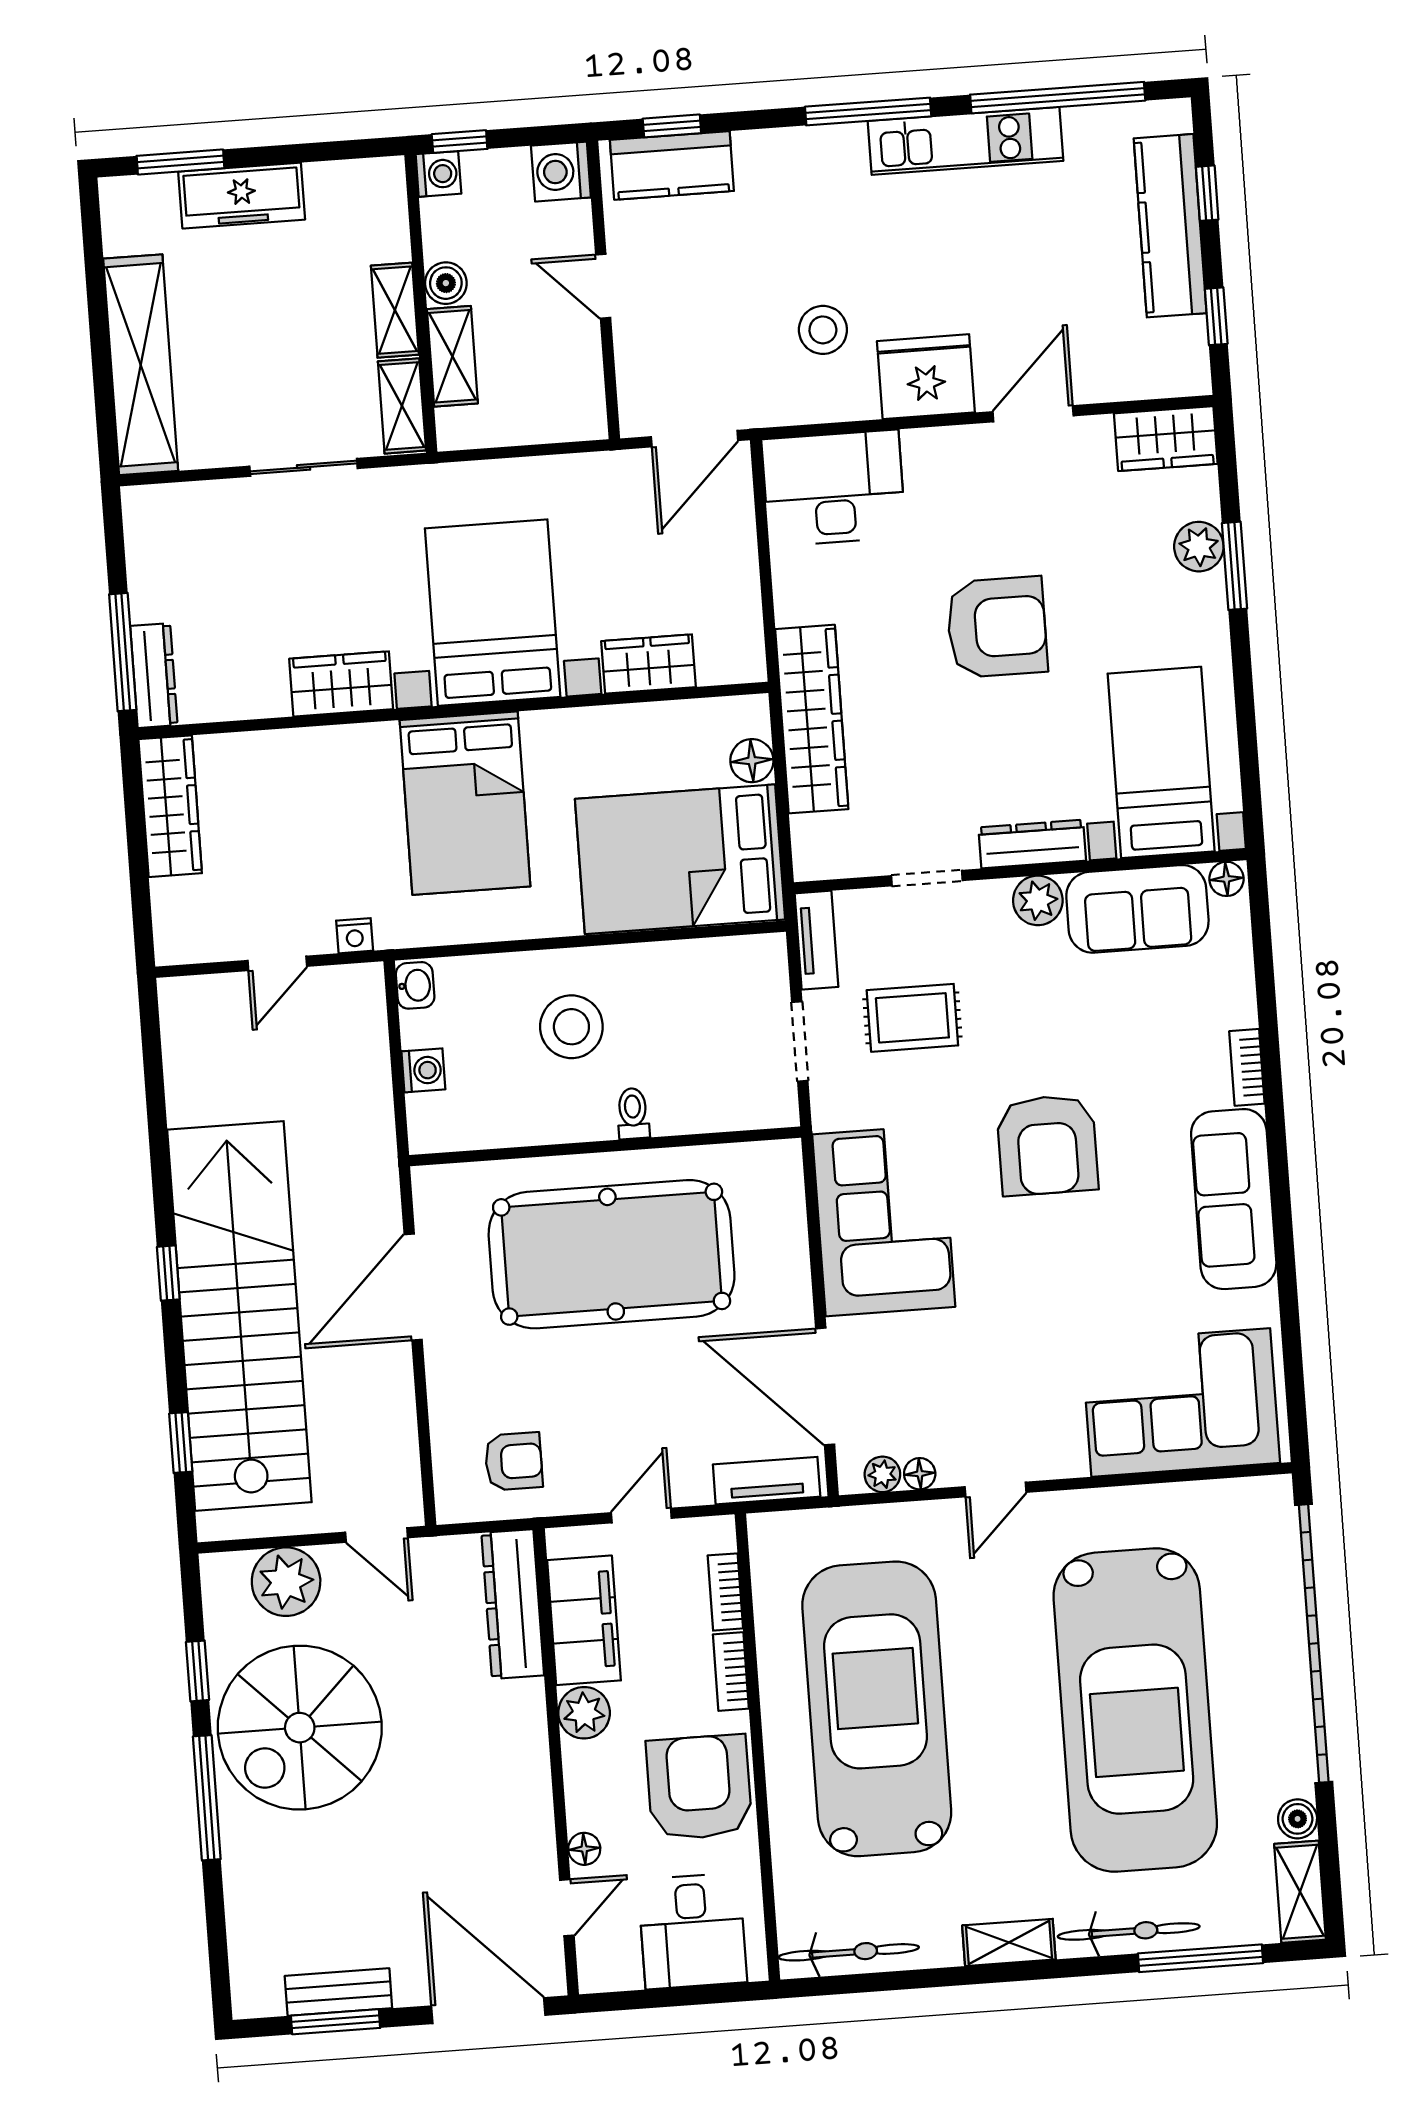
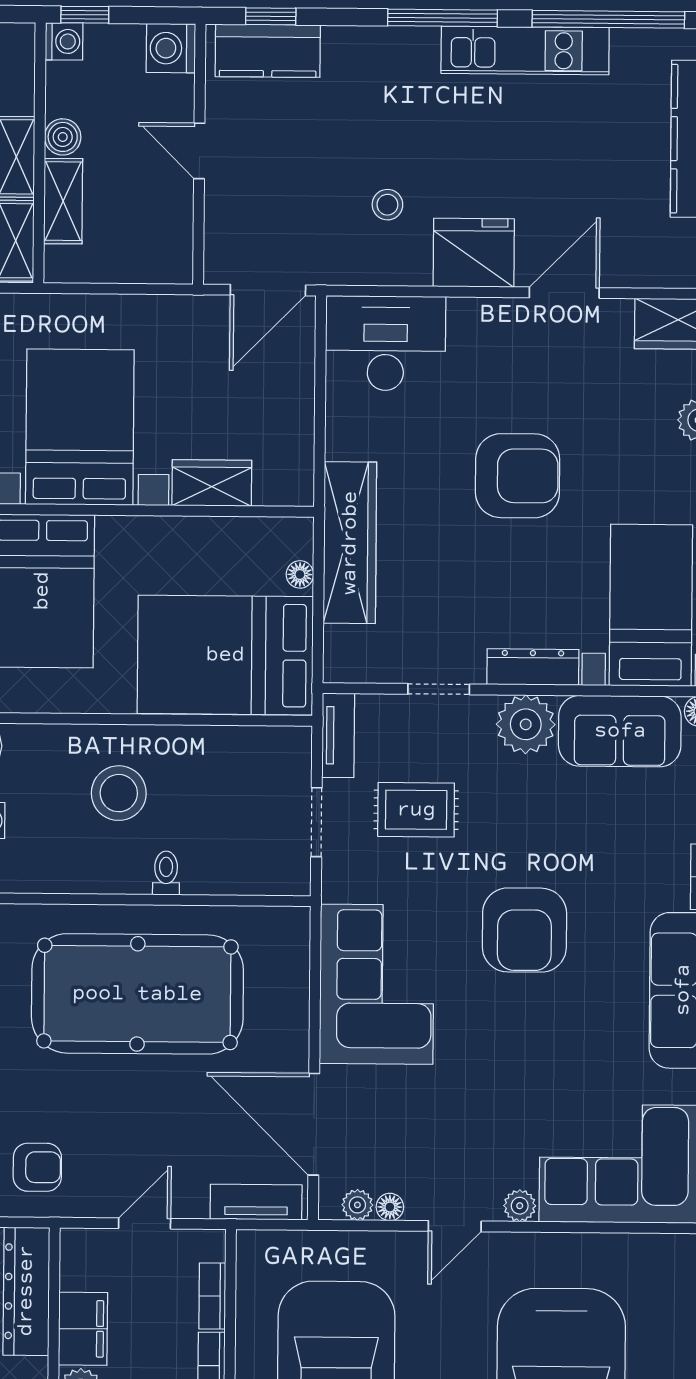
stool: (823, 330) -> (387, 205), width x0.73, depth x0.73
floor lamp: (752, 761) -> (300, 574), width x0.73, depth x0.73
plant: (1038, 900) -> (526, 724), width x1.36, depth x1.36
plant: (1068, 1460) -> (520, 1206), added
filing cabinet: (584, 1620) -> (83, 1329), width x0.67, depth x0.86

